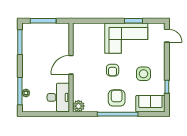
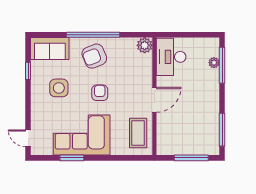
coffee table: (83, 40) -> (138, 133), added
armchair: (117, 98) -> (94, 56), turned 68

